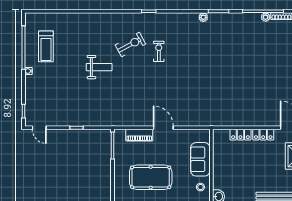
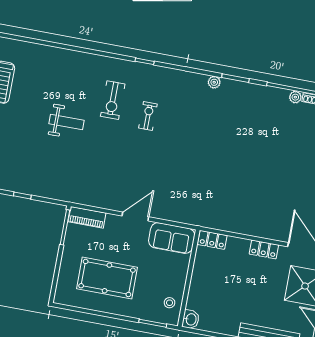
exercise bike: (130, 45) -> (113, 100), turned 118
door: (163, 128) -> (135, 216), hinge flipped
piano: (139, 135) -> (87, 217), moved
locker: (240, 135) -> (212, 240), moved
sofa: (200, 159) -> (172, 238), moved, turned -90

